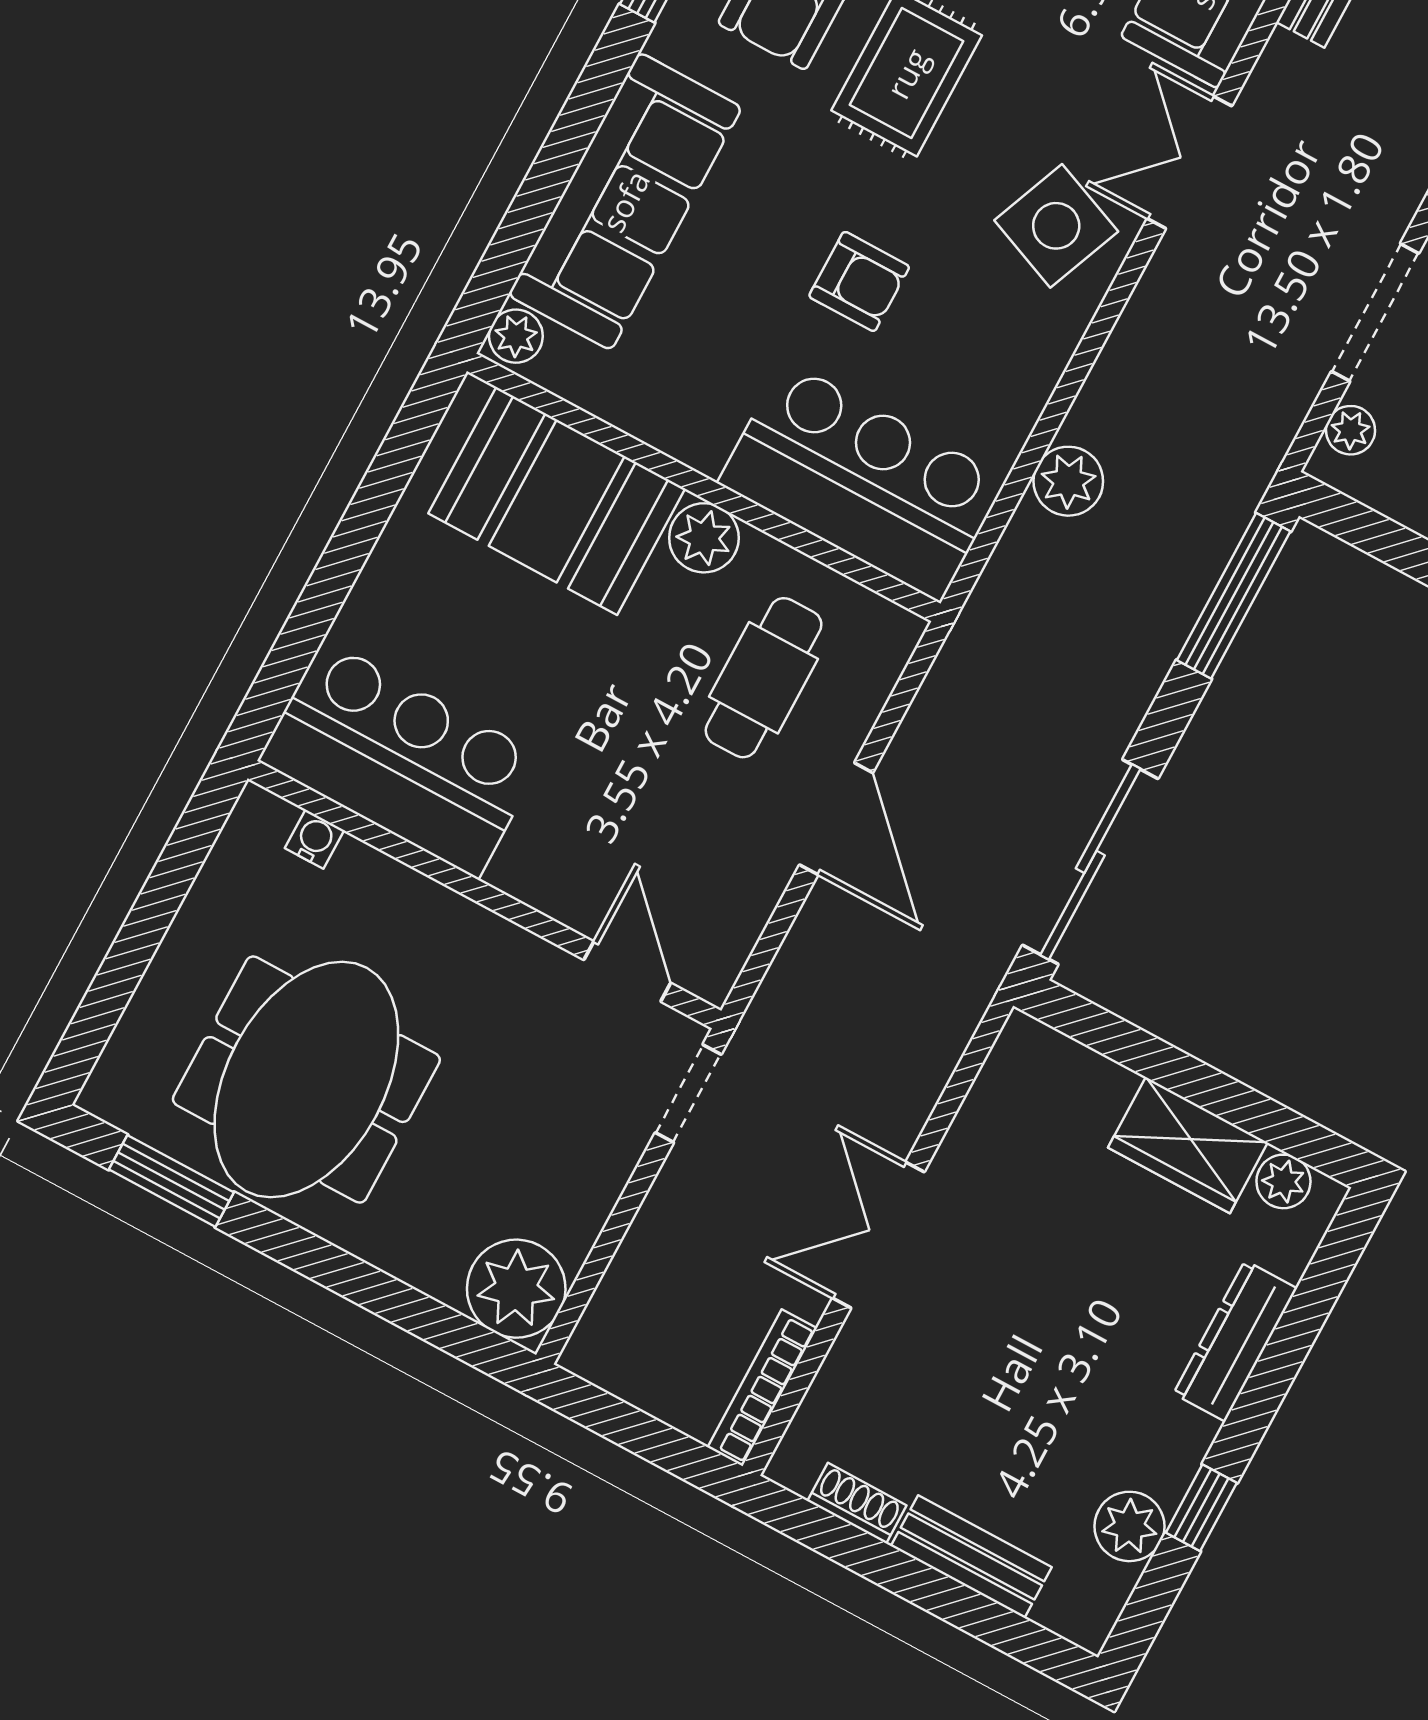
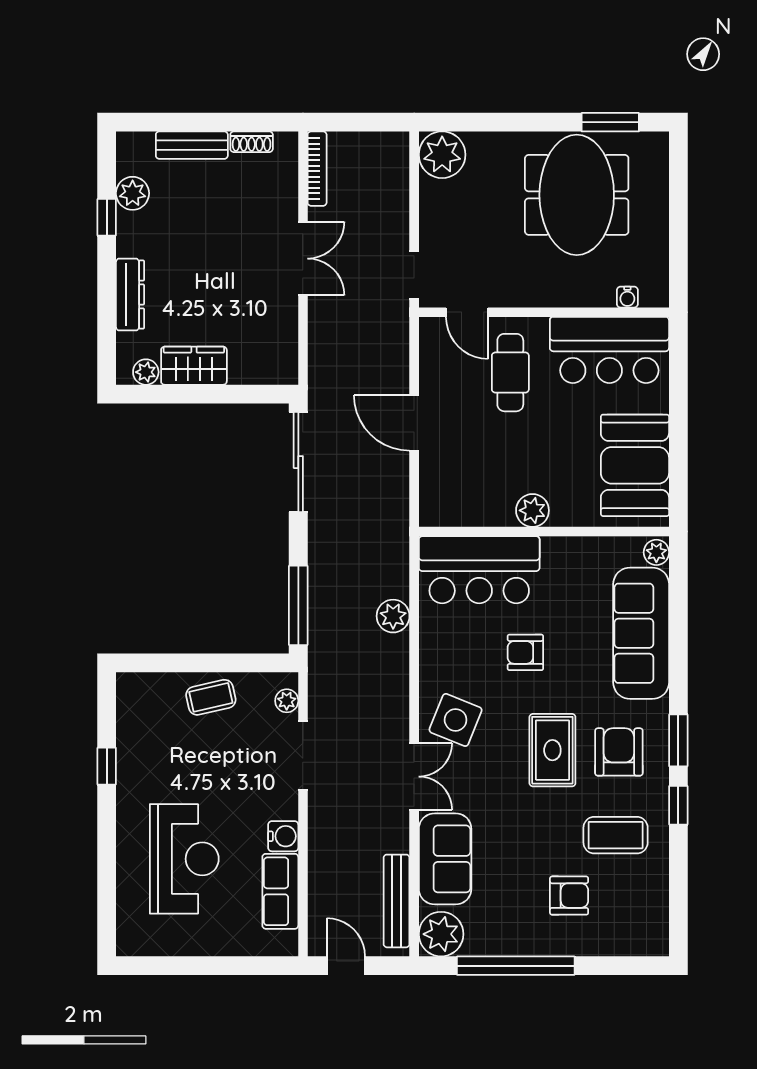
booth: (557, 501) -> (635, 465), moved, turned 90
cafe table: (764, 678) -> (510, 373), moved

